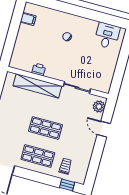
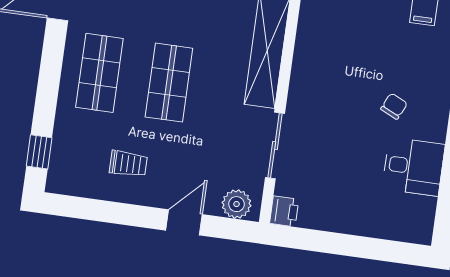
desk: (107, 36) -> (414, 167), moved
printer: (39, 69) -> (284, 211), moved
trolley: (65, 166) -> (128, 164), moved

